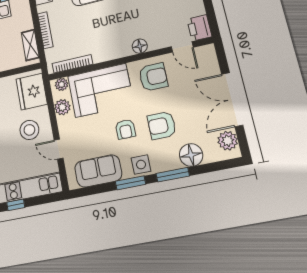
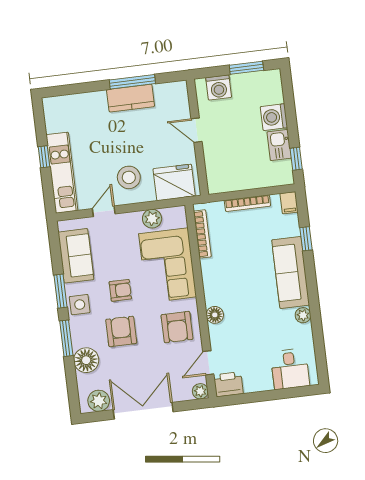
shelving: (30, 45) -> (231, 184), removed
plant: (62, 84) -> (200, 391), moved
armchair: (125, 129) -> (120, 290), turned 180

